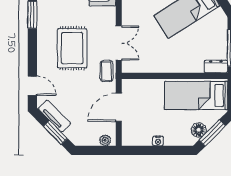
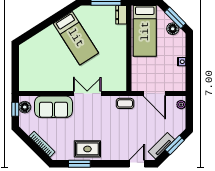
double door: (119, 43) -> (87, 94), moved
rug: (72, 48) -> (87, 149), moved, width x0.73, depth x0.70

